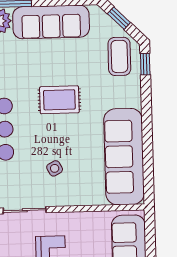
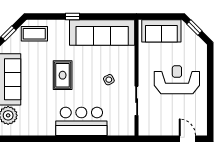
window: (145, 64) -> (72, 16), moved

